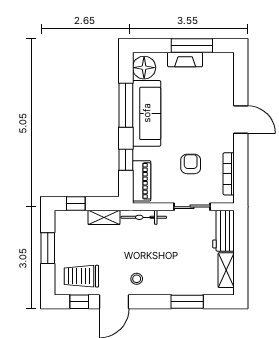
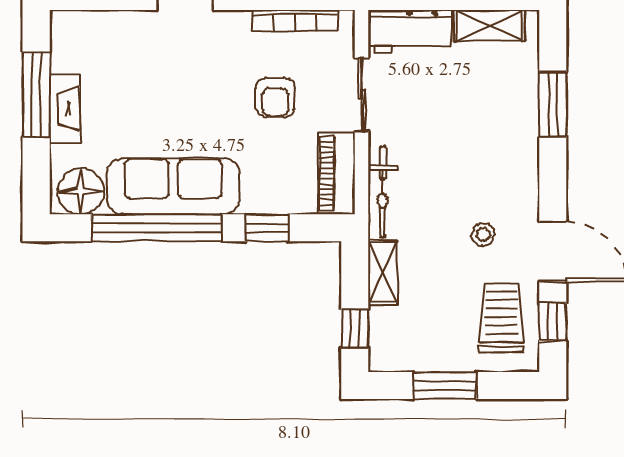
window: (126, 105) -> (157, 228), width x1.46
armchair: (191, 164) -> (275, 97), turned -90
piano: (142, 181) -> (336, 173), moved, turned -90
trolley: (81, 276) -> (501, 318), turned 180
stool: (137, 279) -> (483, 234), moved

